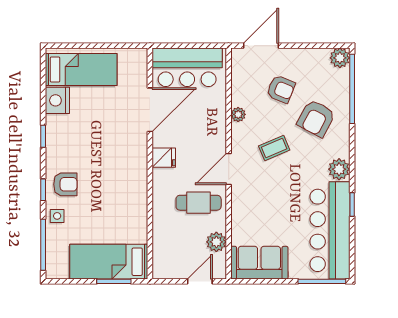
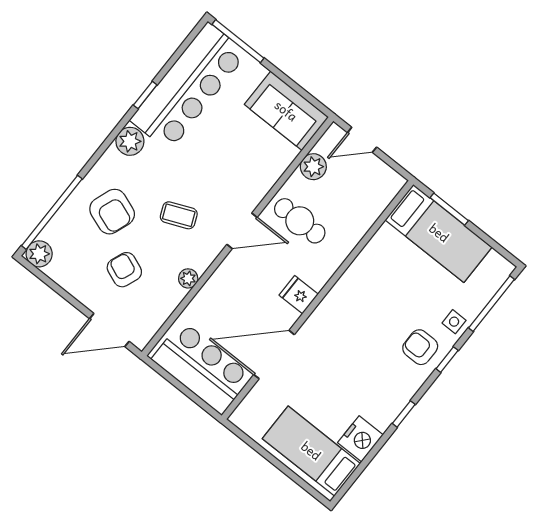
armchair: (316, 118) -> (112, 212), turned 82

